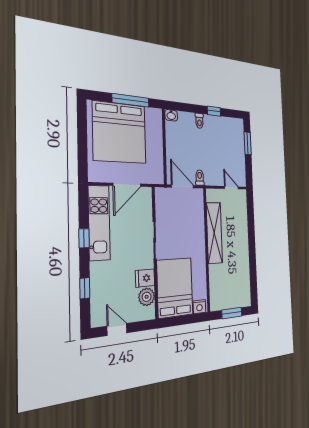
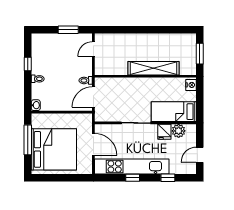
window: (248, 143) -> (68, 30), moved
kitchen unit: (99, 223) -> (132, 167), width x1.36
shelving: (214, 233) -> (153, 68), moved
bed: (175, 288) -> (174, 112), width x0.67

